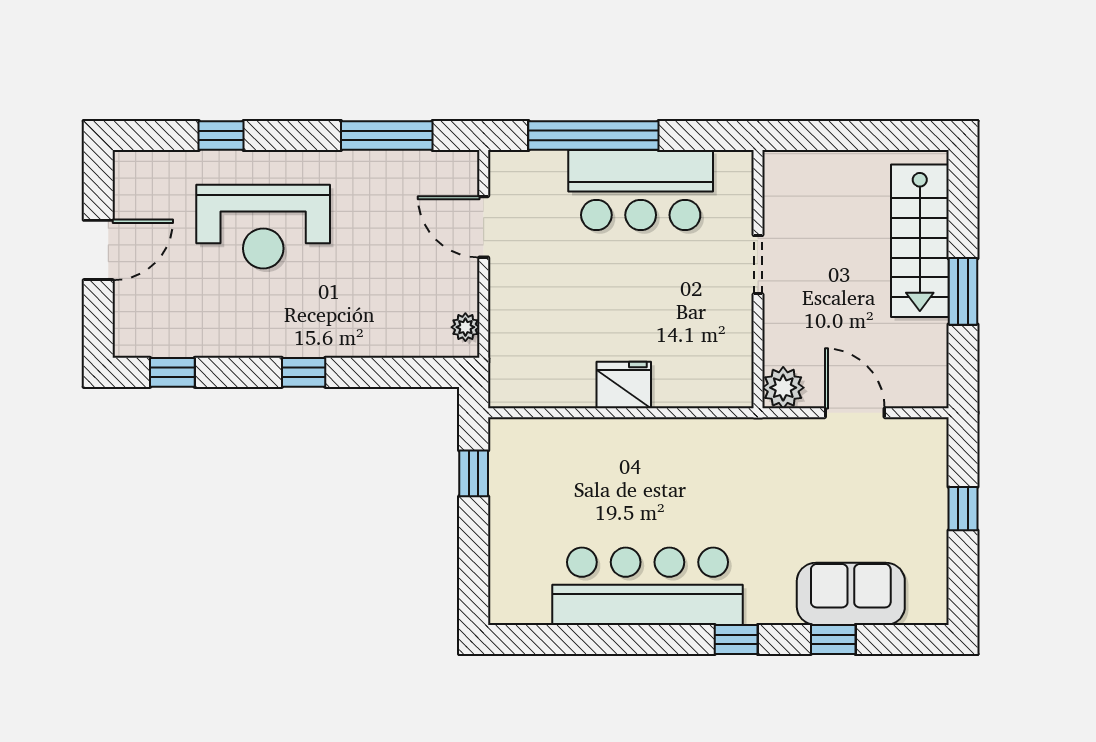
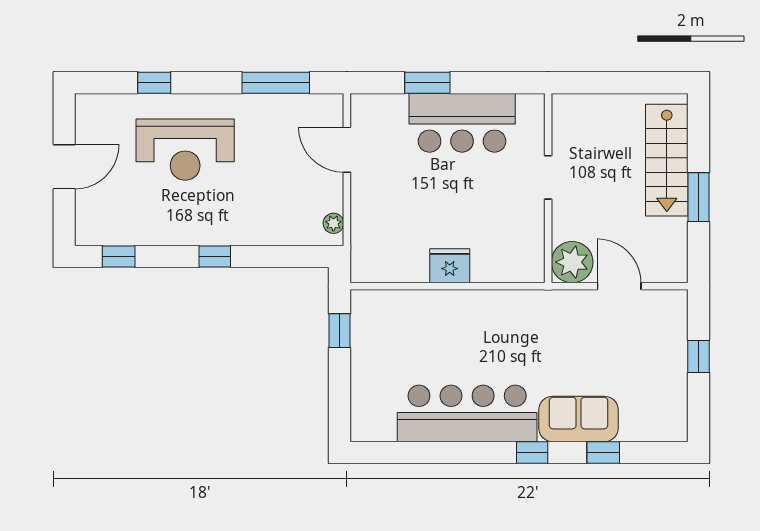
window: (593, 136) -> (427, 83), width x0.47
plant: (783, 388) -> (572, 262), width x1.36, depth x1.36
sofa: (851, 594) -> (579, 419), moved

